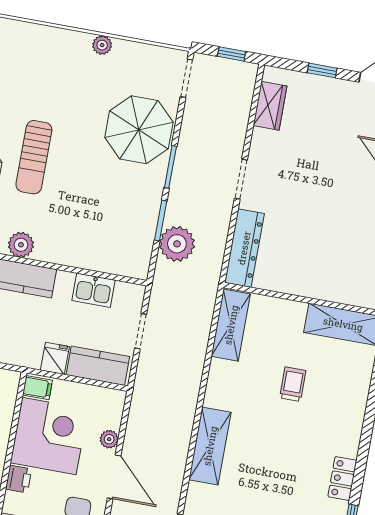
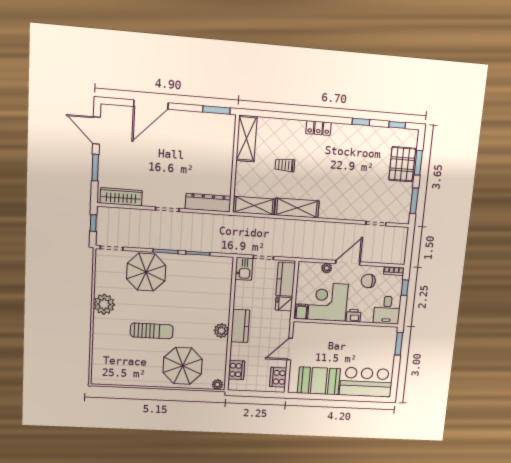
plant: (102, 45) -> (104, 304), width x1.88, depth x1.88
window: (322, 70) -> (95, 168), width x1.50
wardrobe: (270, 106) -> (121, 197), width x1.50
sun lounger: (34, 157) -> (152, 331), moved
plant: (177, 244) -> (210, 242), removed
kitchen sink: (93, 290) -> (244, 269), moved
shelving: (210, 446) -> (297, 208), moved
locker: (342, 479) -> (318, 128), moved

